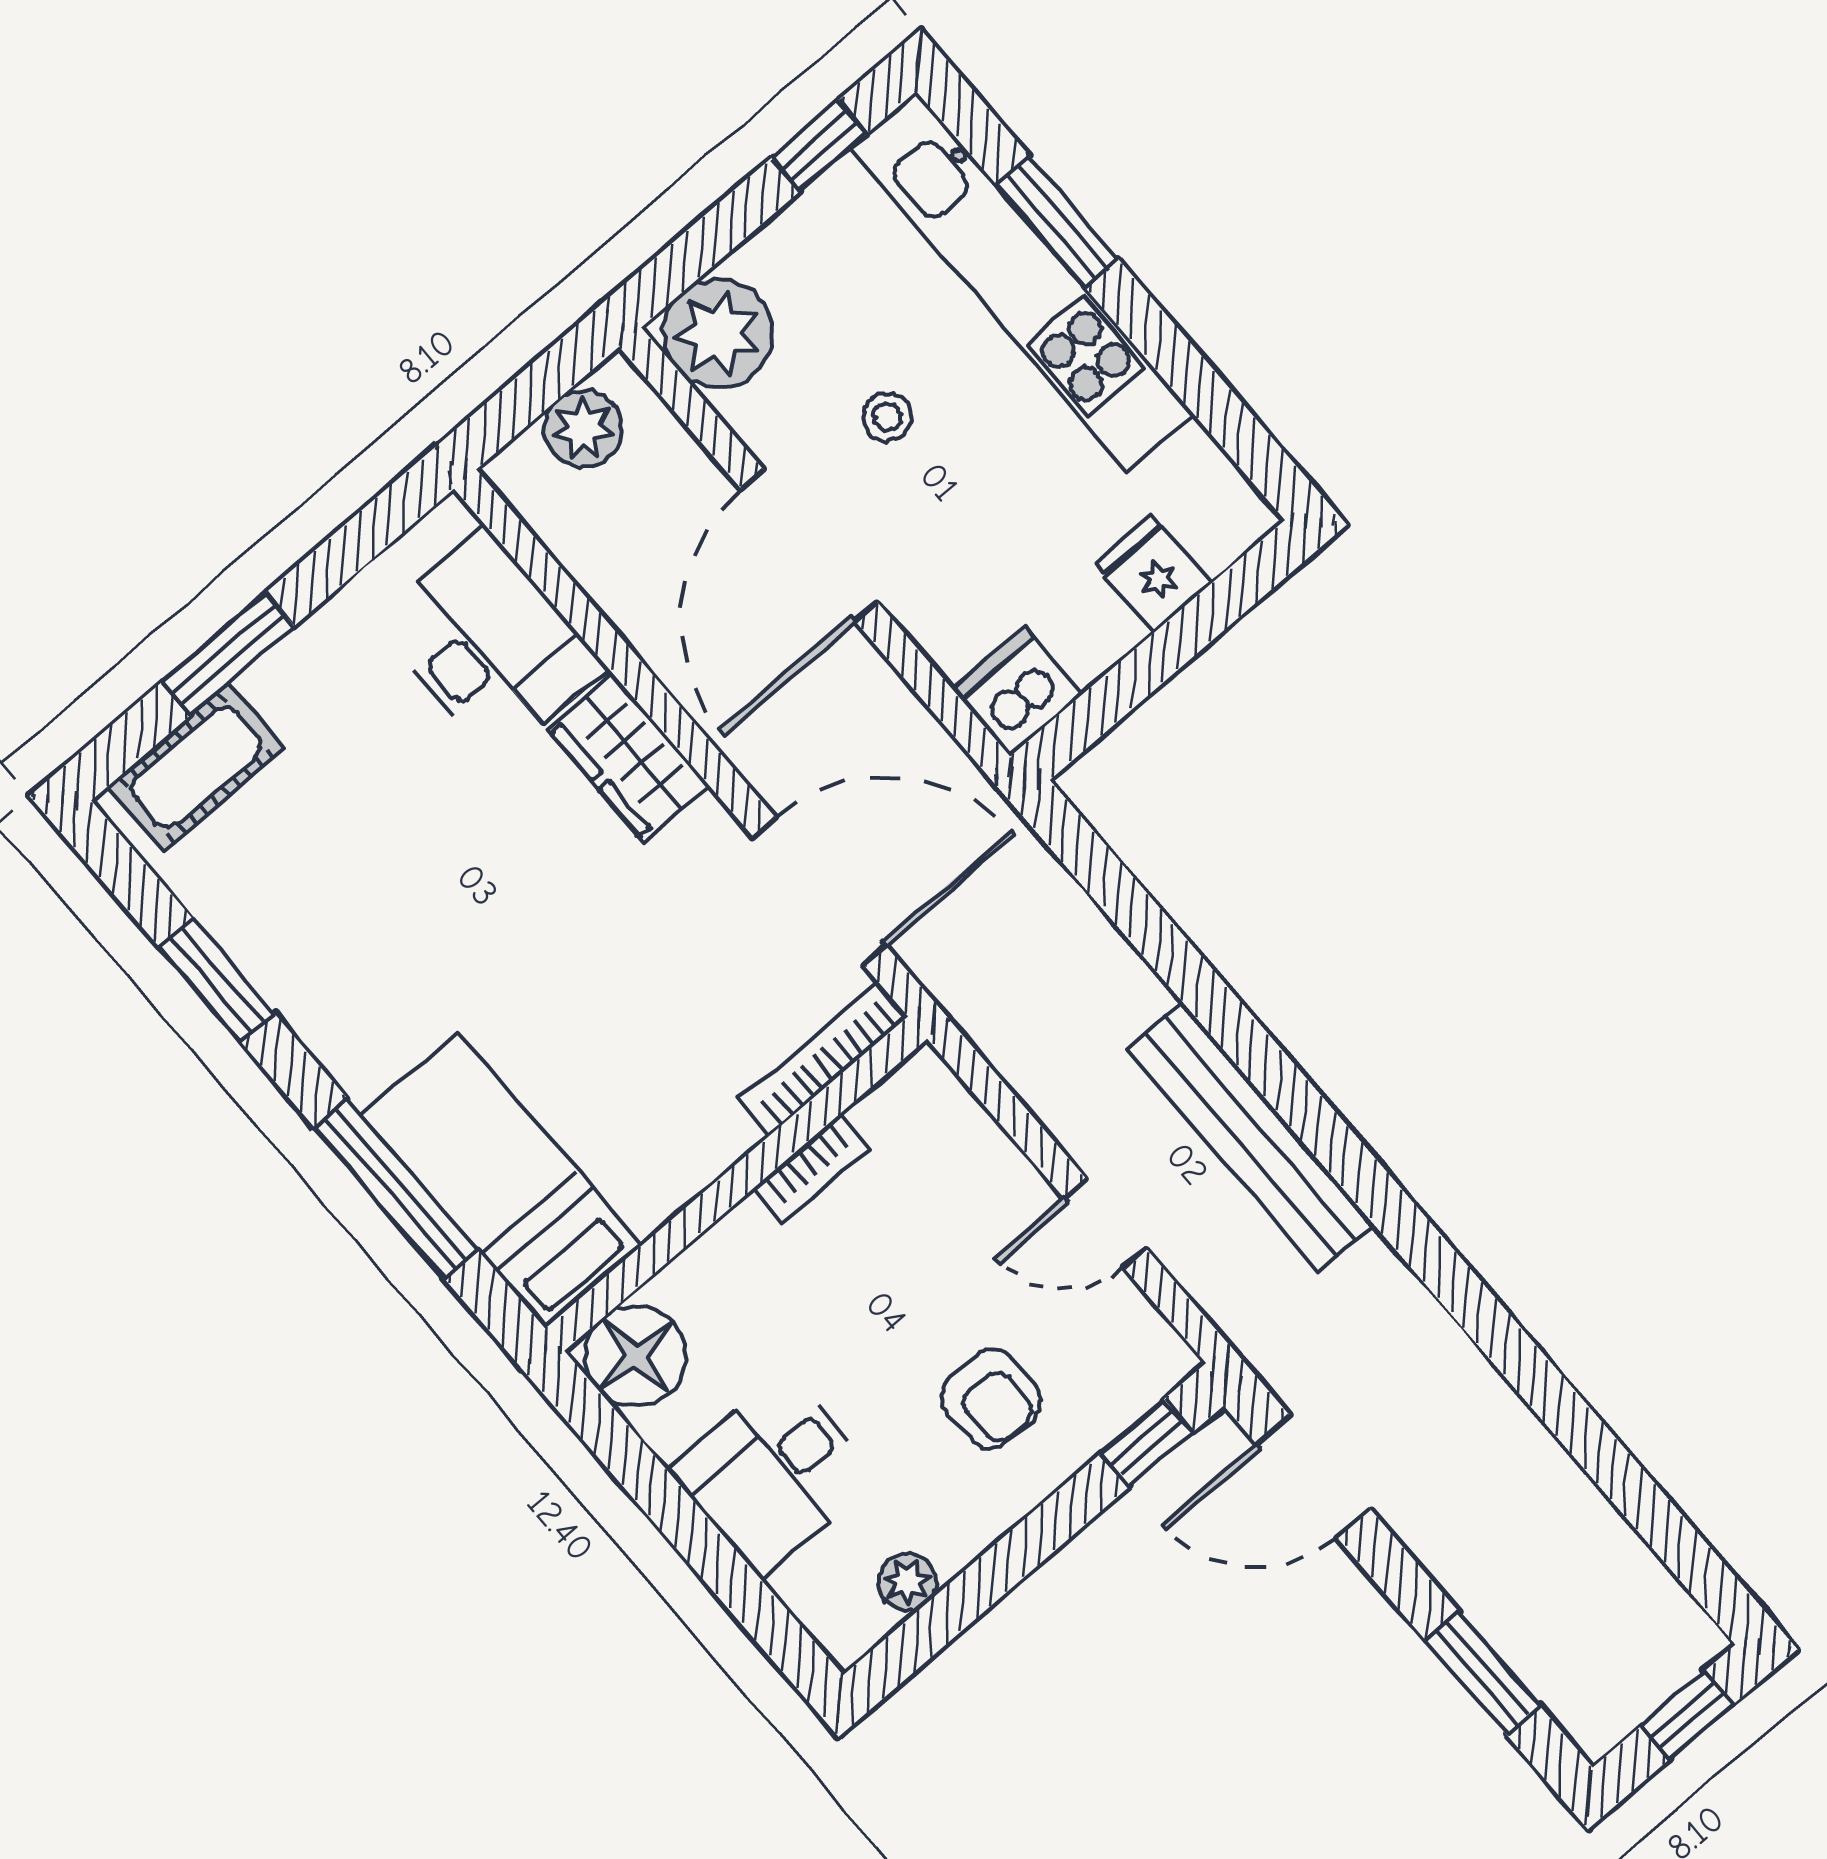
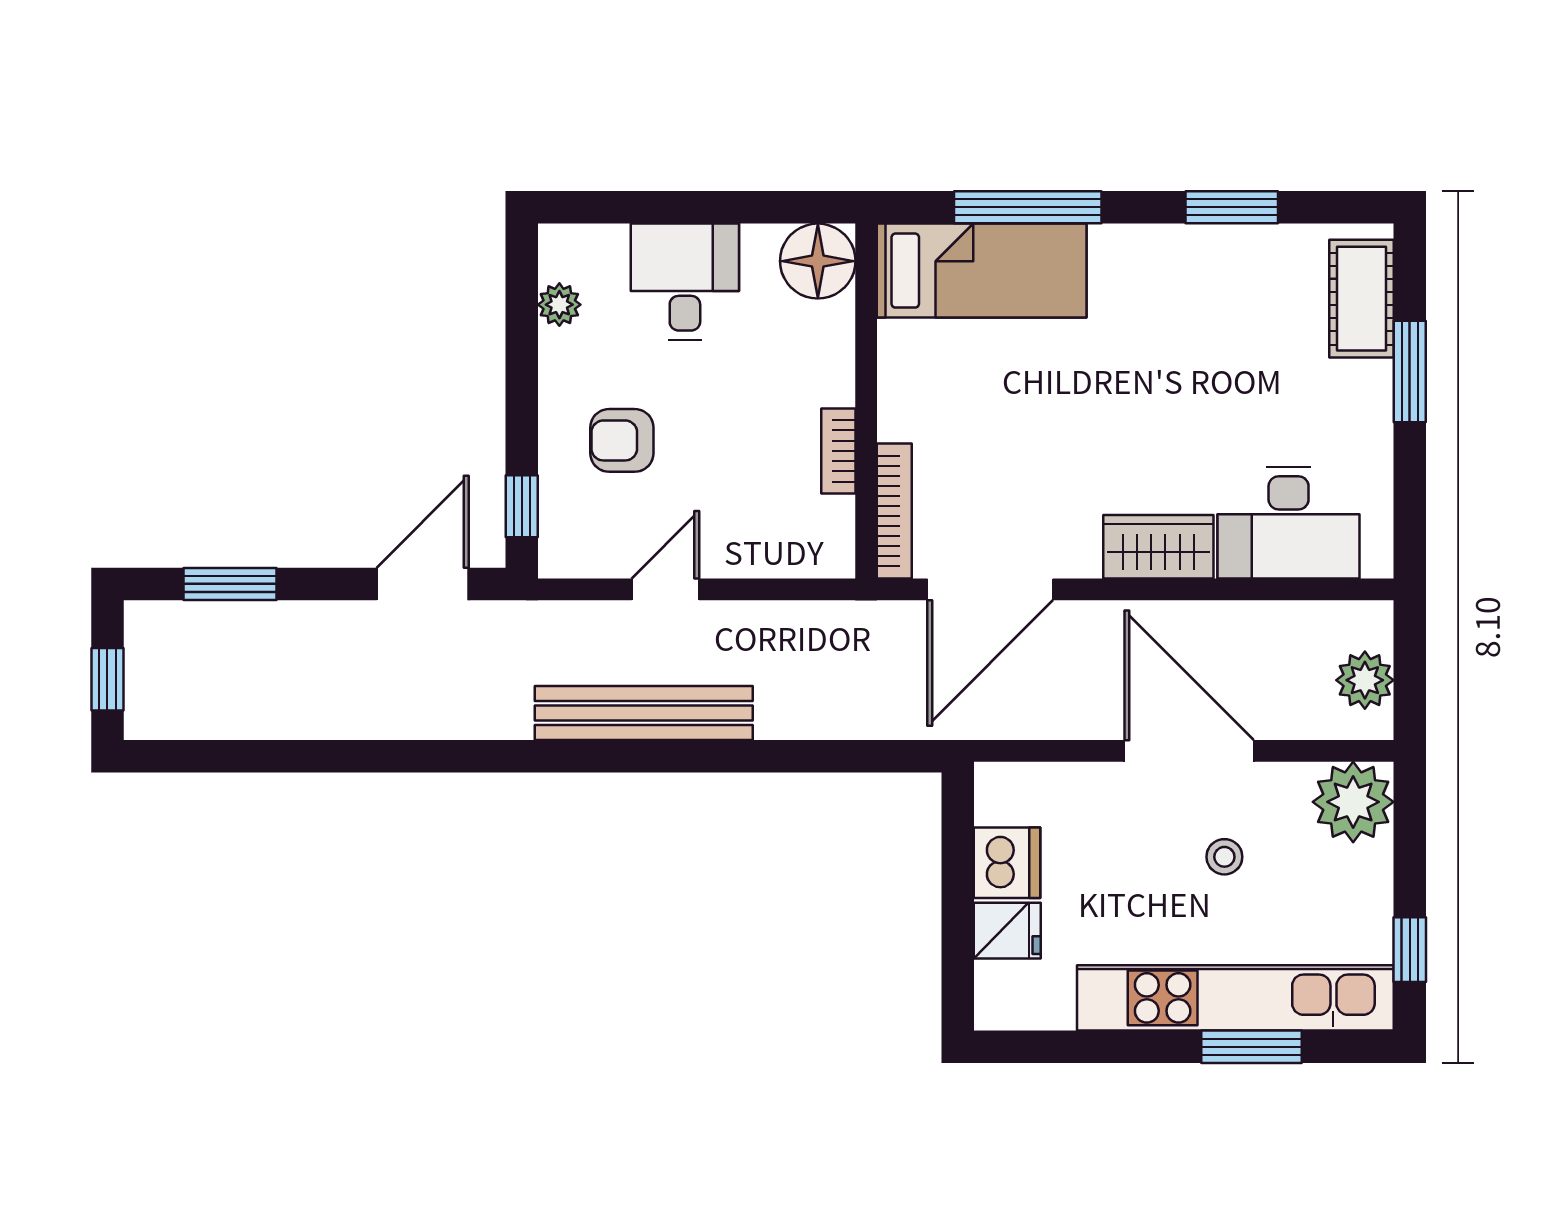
dishwasher: (1017, 692) -> (1007, 863), moved

